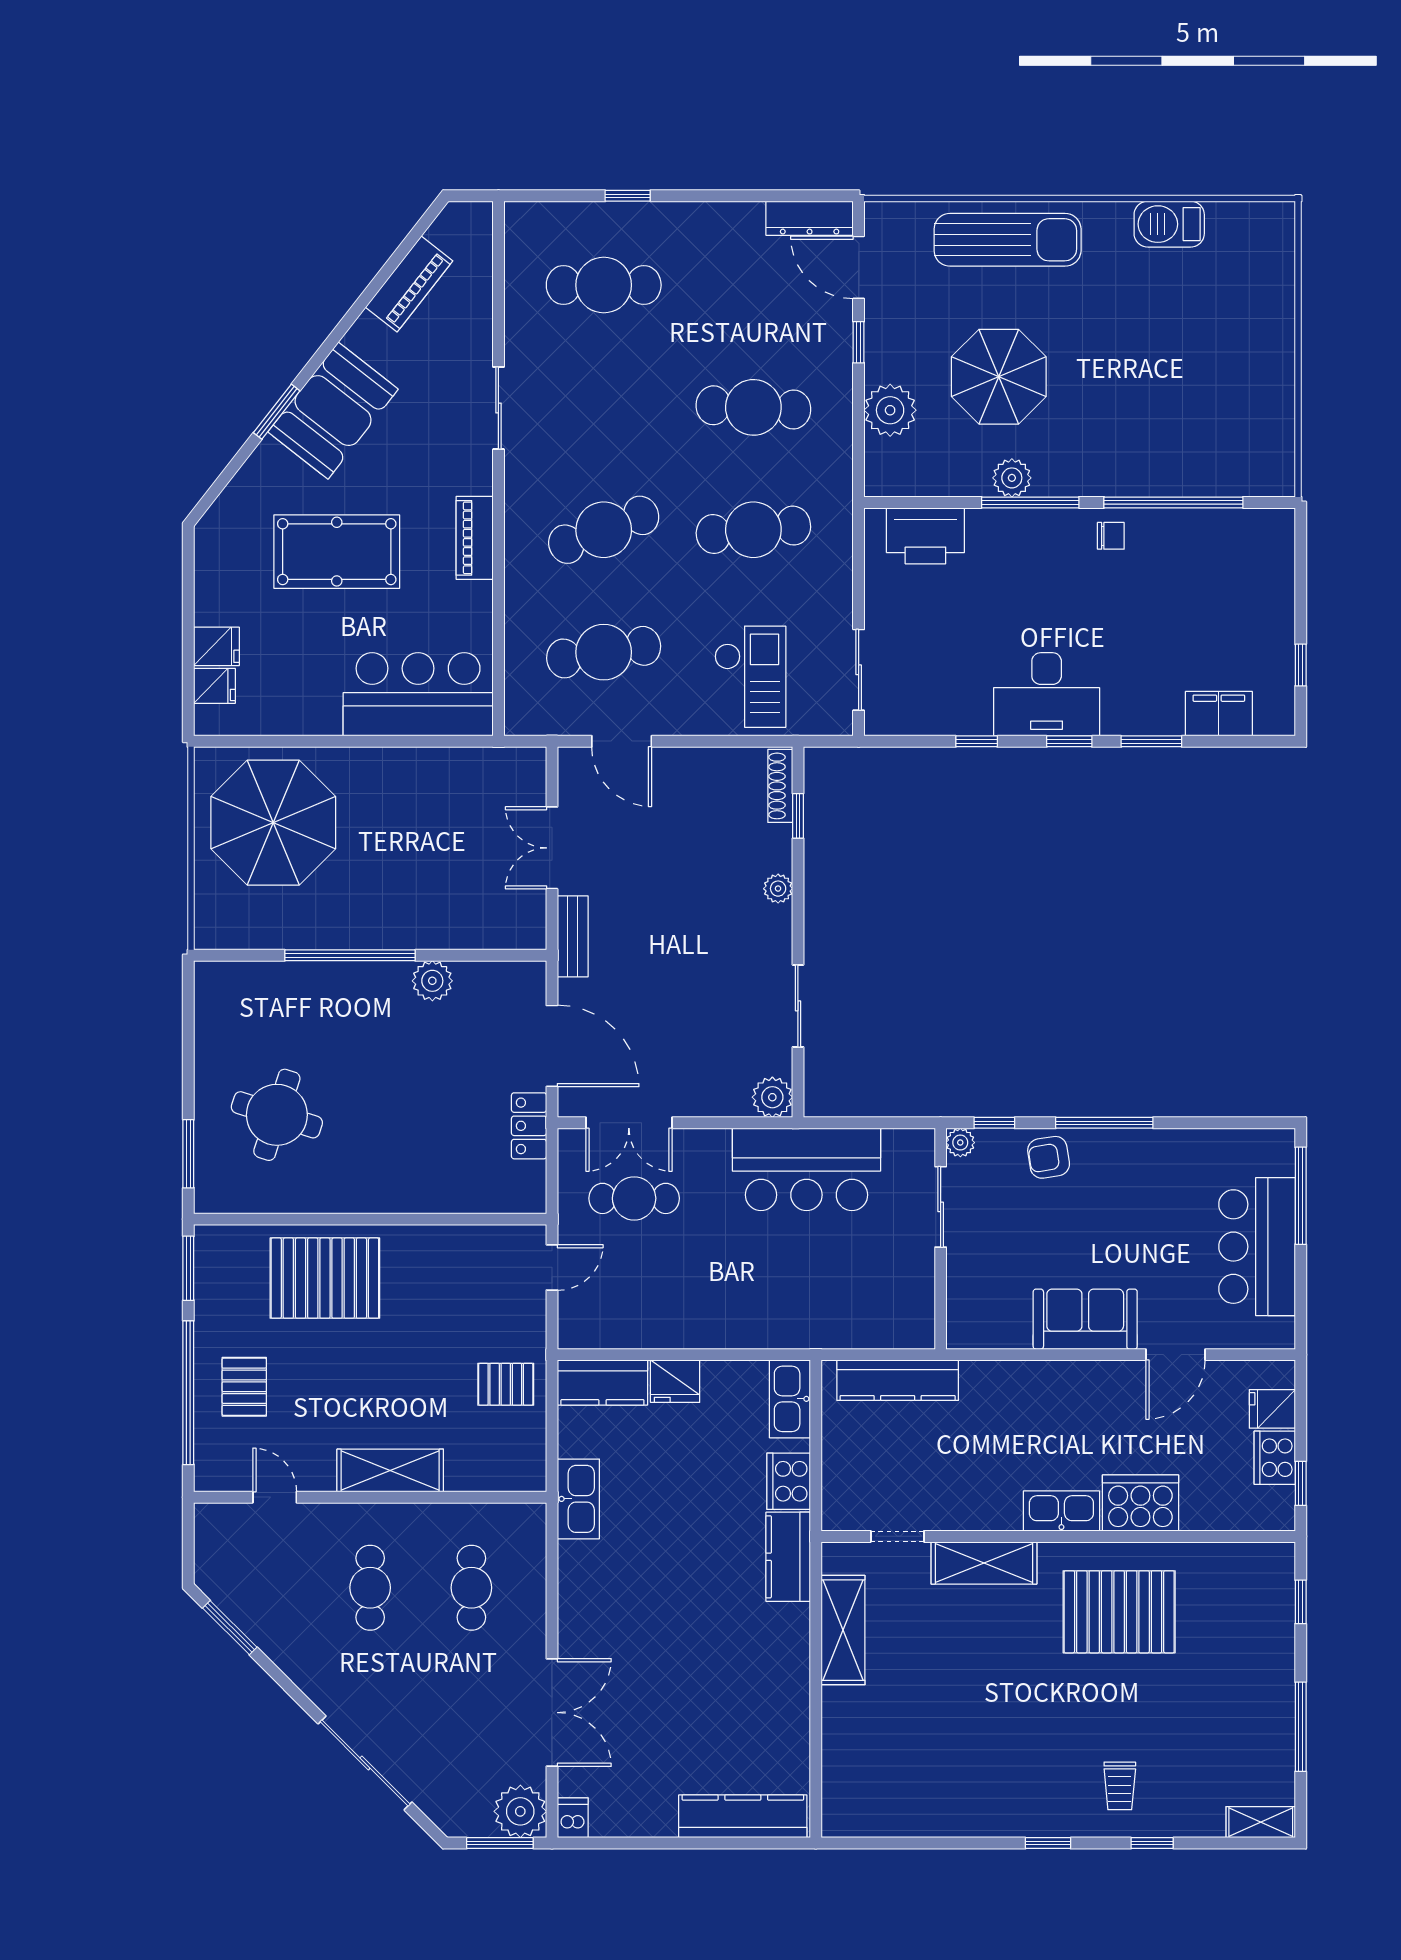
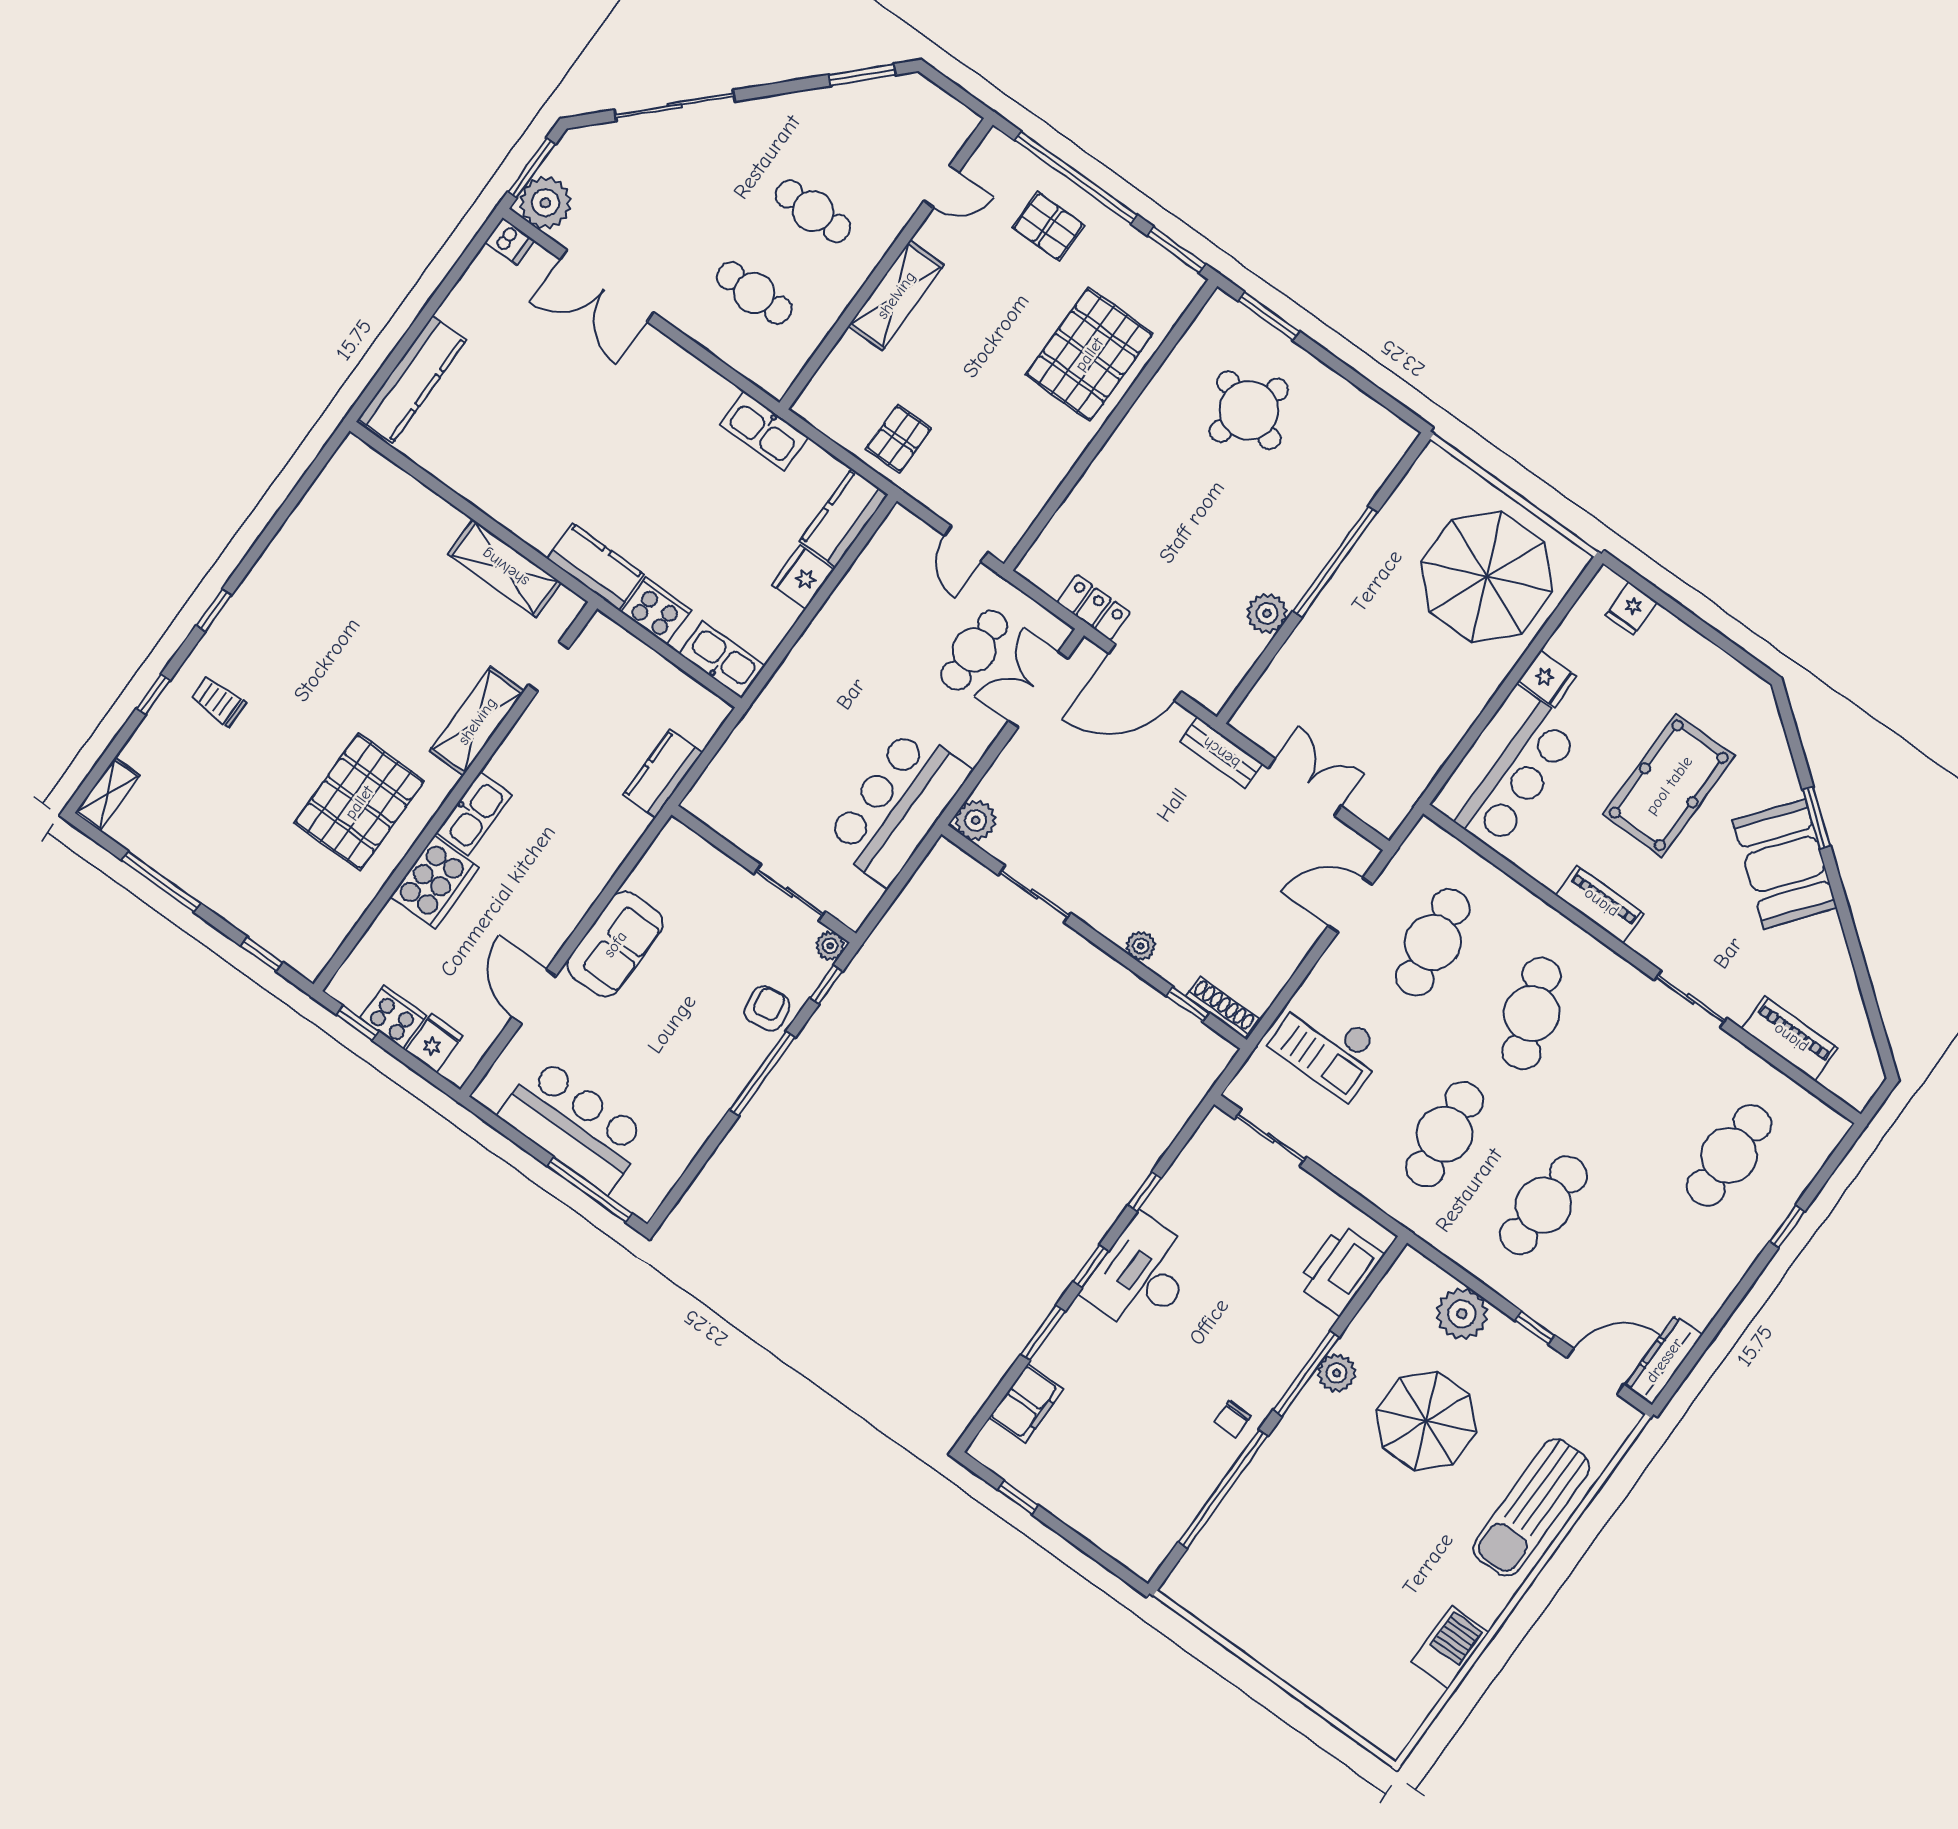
piano: (409, 284) -> (1790, 1039), moved, turned 142
fridge: (216, 646) -> (1547, 679), moved, turned -90
kitchen counter: (898, 1380) -> (663, 774), width x0.67

